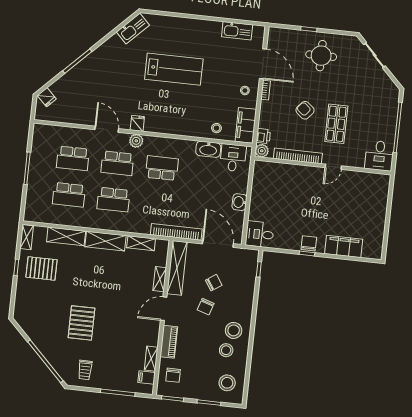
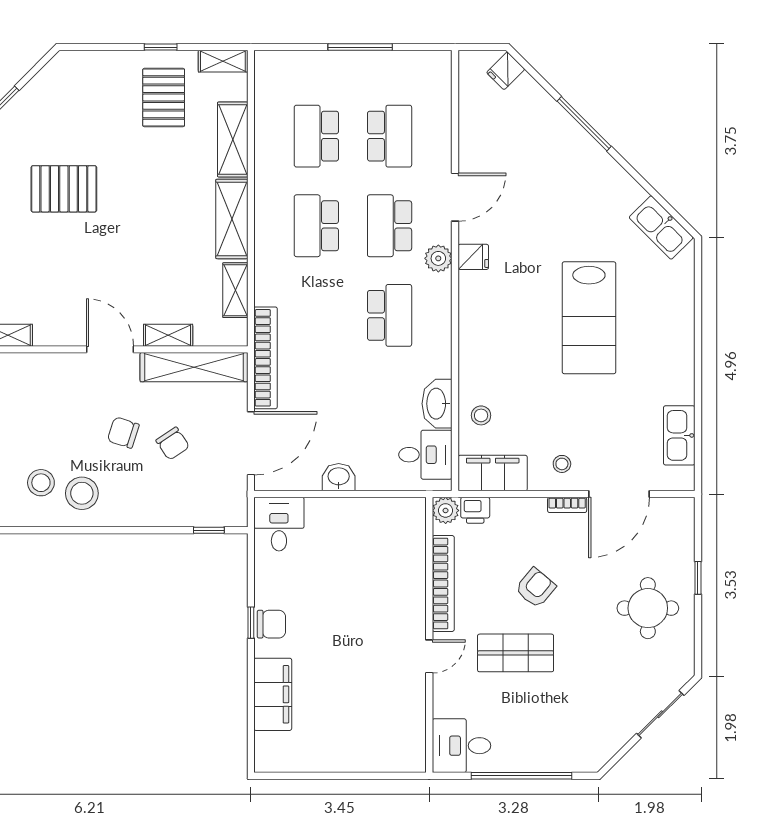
school desk: (73, 158) -> (390, 136), turned 180
door: (333, 167) -> (429, 656), swing flipped
piano: (169, 342) -> (45, 367), removed

